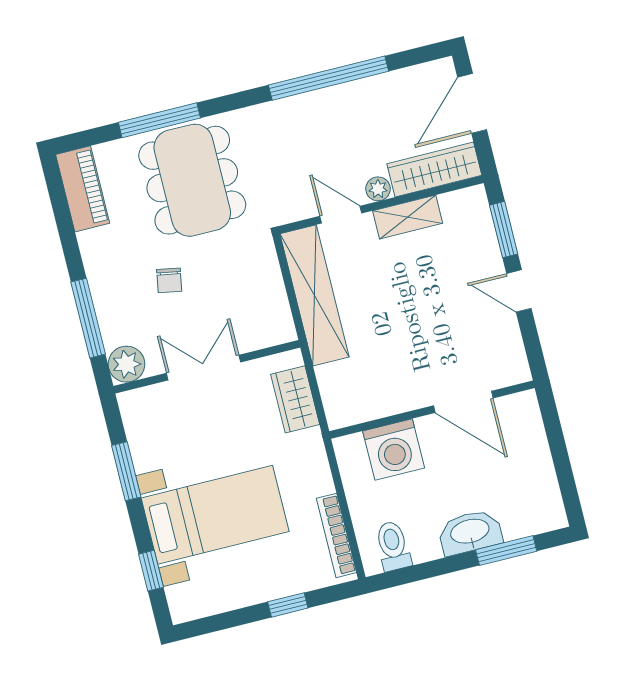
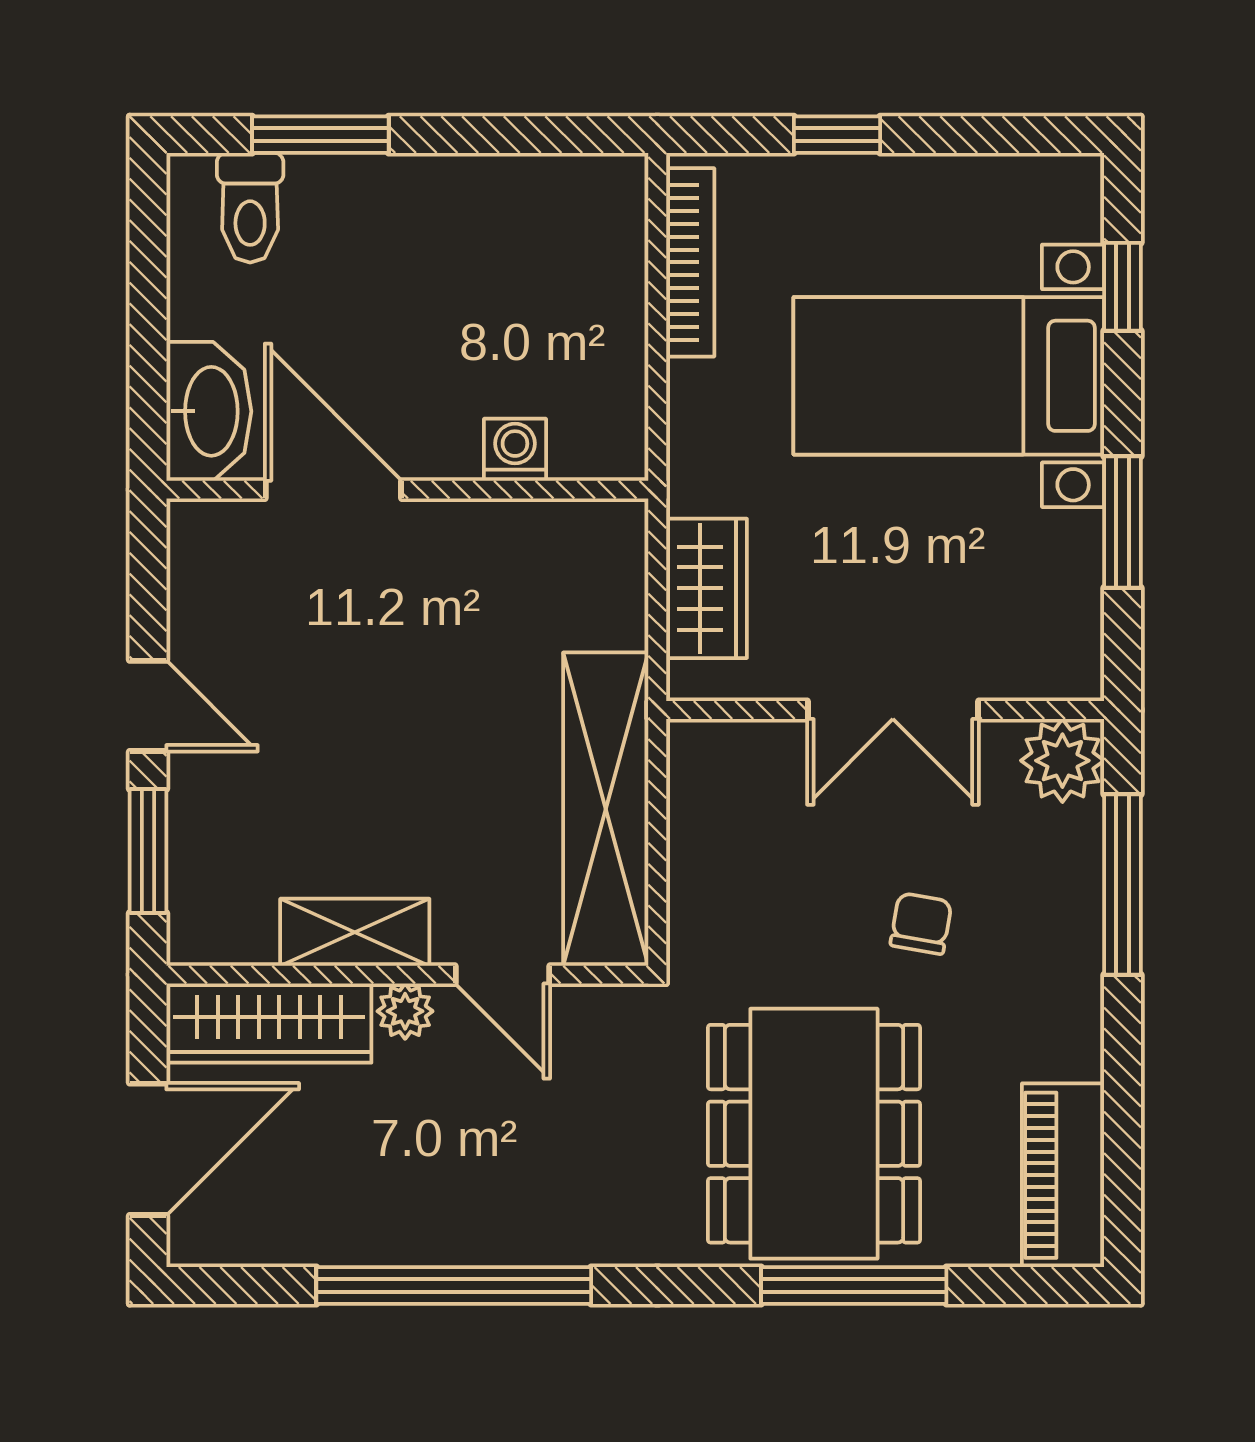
washing machine: (394, 449) -> (515, 450), width x0.53, depth x0.53
washbasin: (470, 532) -> (209, 411), moved, turned -90
toilet: (393, 546) -> (250, 208), moved

